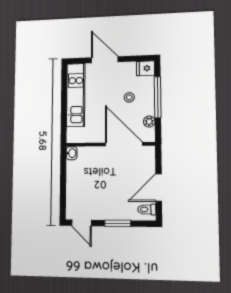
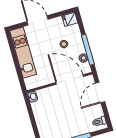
window: (158, 97) -> (88, 50), moved
door: (159, 188) -> (100, 92), moved

